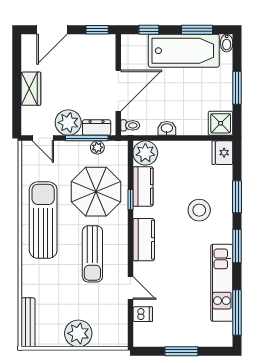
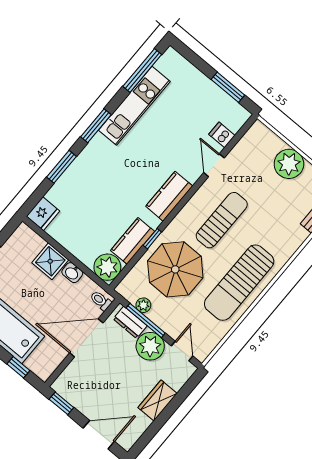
shower: (221, 123) -> (50, 261), moved
stool: (199, 210) -> (102, 182), removed
window: (181, 351) -> (228, 87), moved

